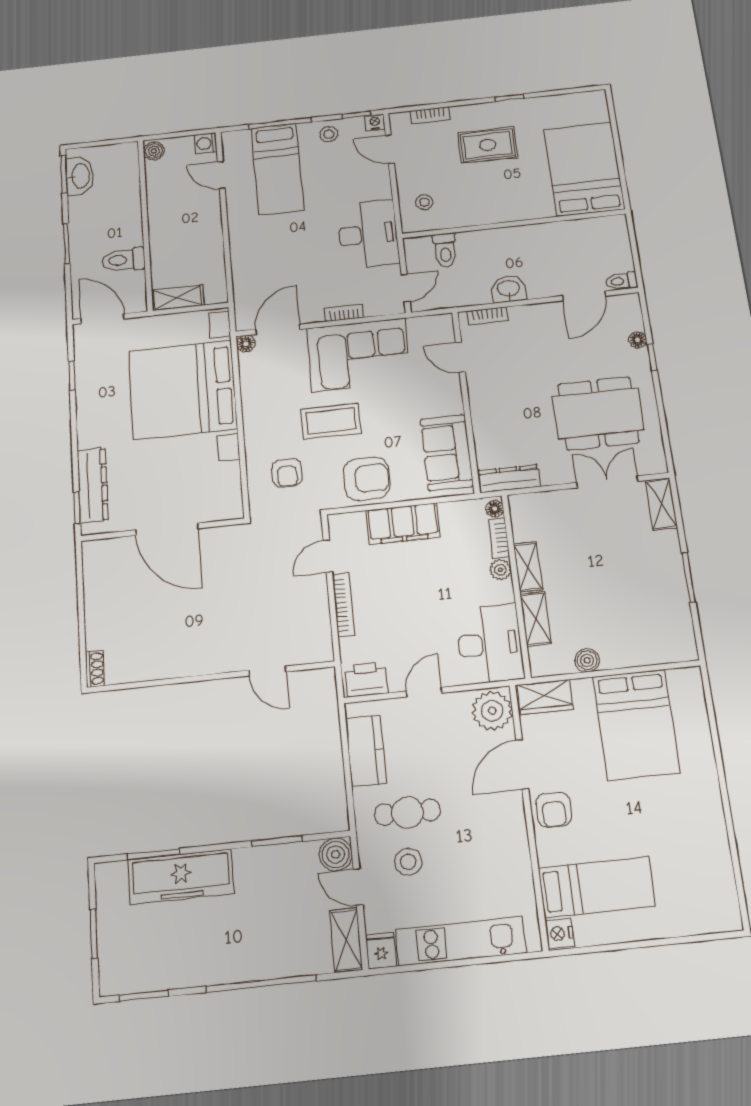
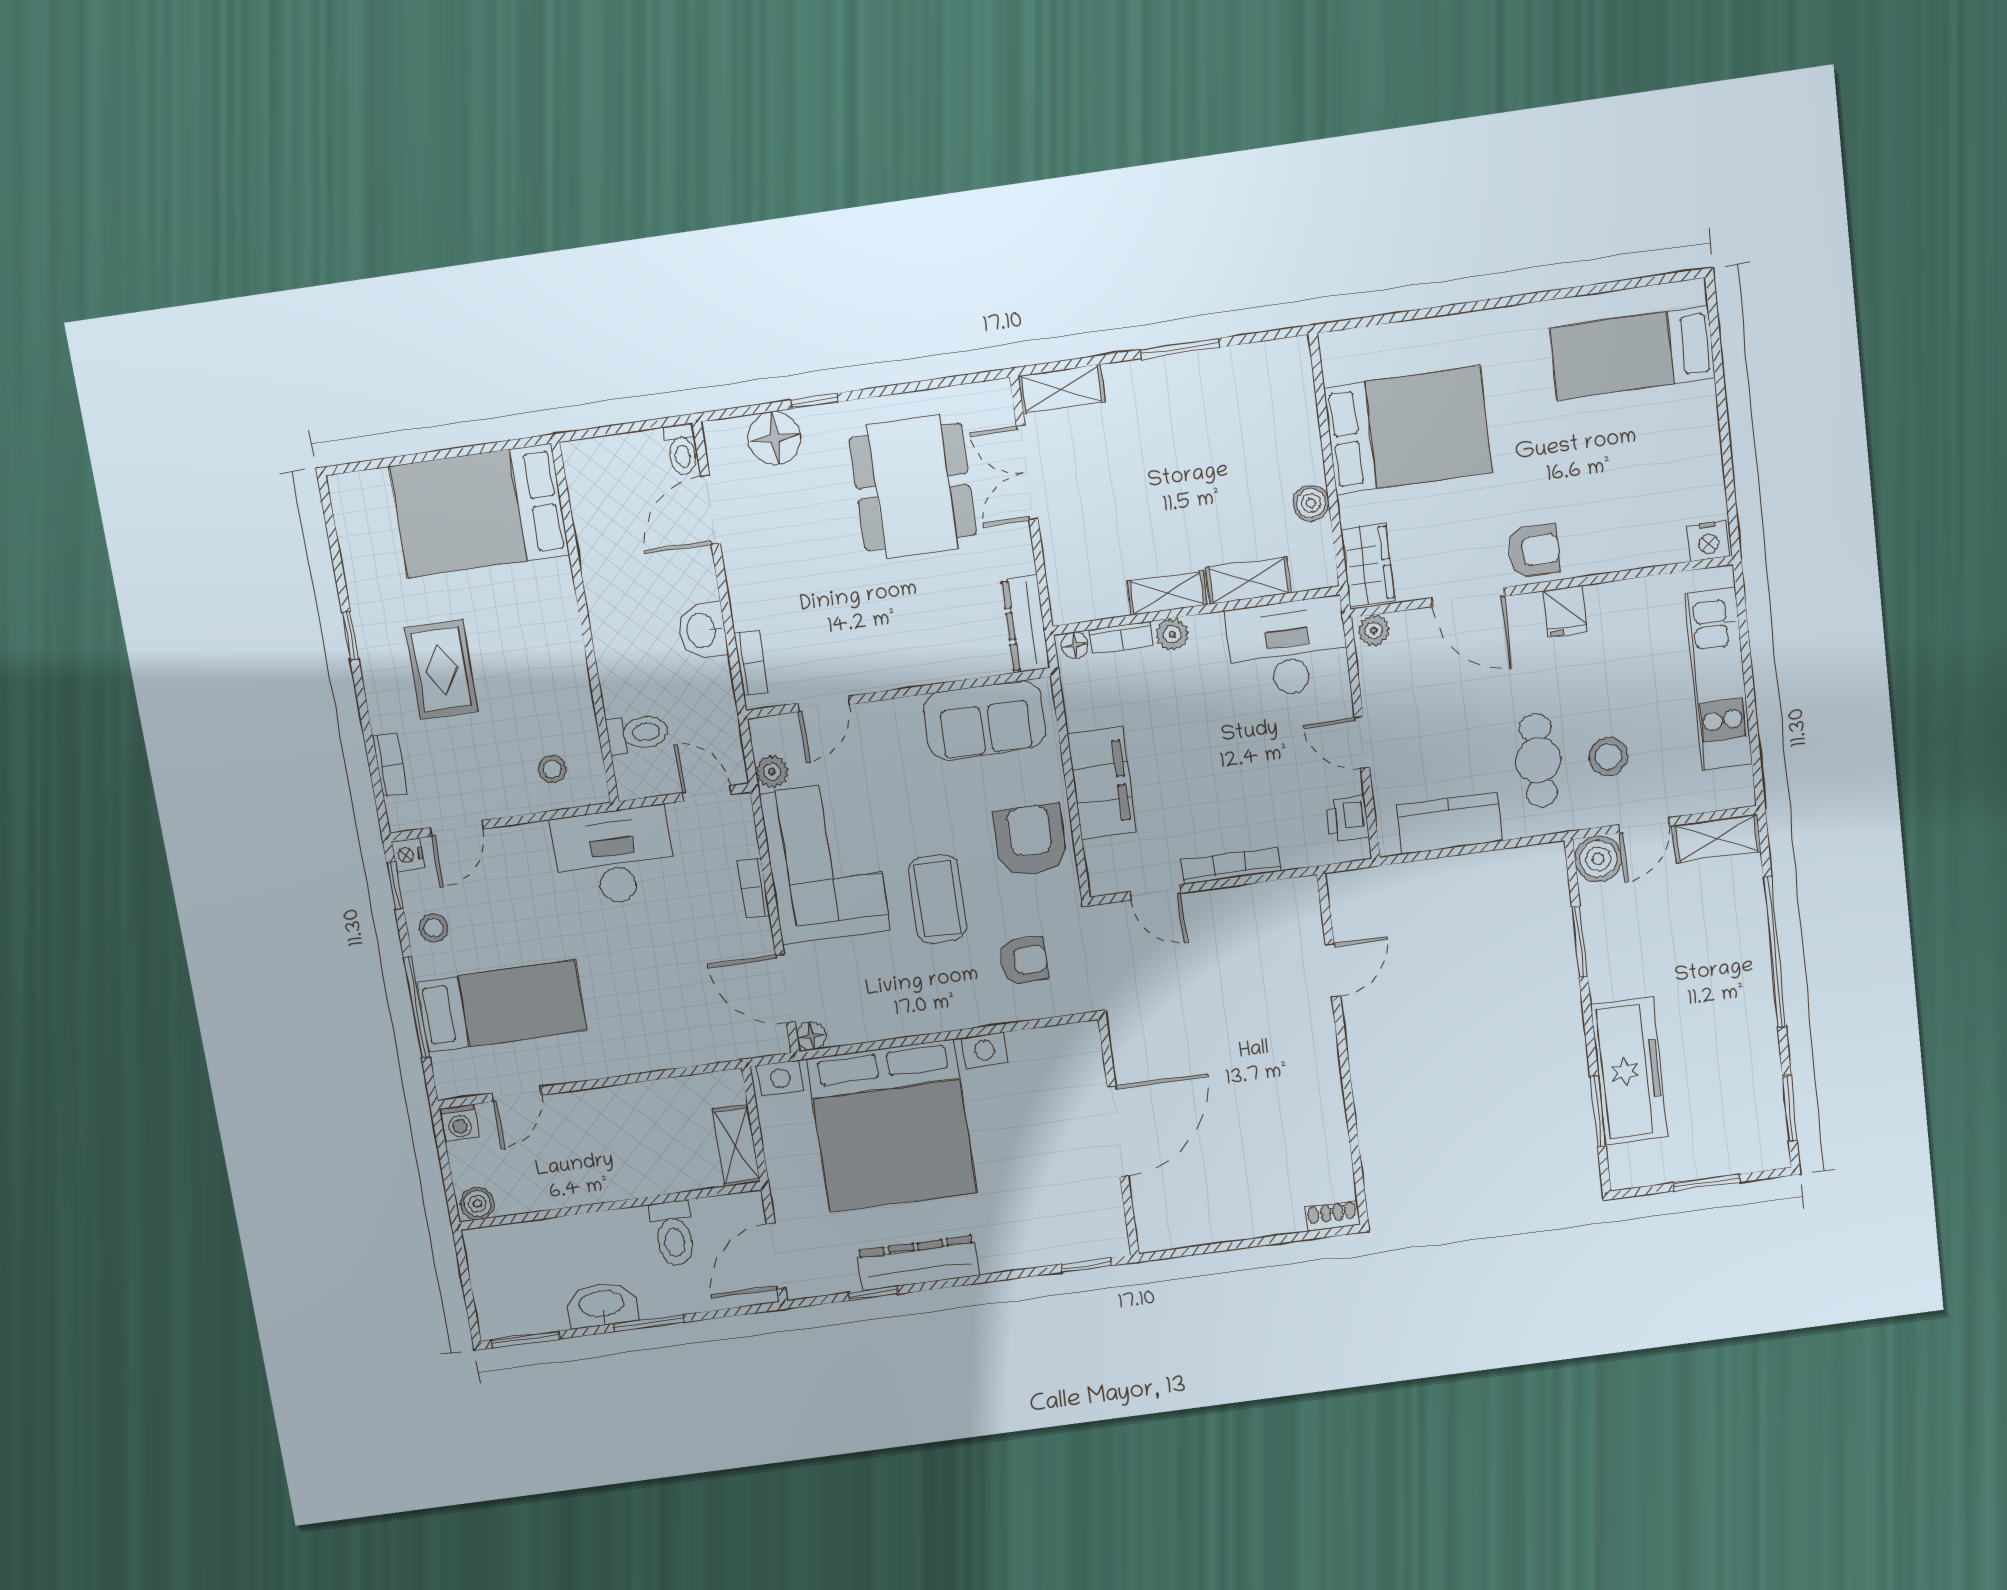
washbasin: (80, 176) -> (602, 1305), moved
door: (584, 296) -> (710, 510), swing flipped
plant: (418, 326) -> (772, 772), added
floor lamp: (638, 340) -> (775, 438), width x1.89, depth x1.89
dresser: (93, 485) -> (918, 1263), moved
printer: (366, 679) -> (1347, 819), width x0.73, depth x0.81
plant: (492, 711) -> (1374, 630), width x0.53, depth x0.53
bed: (597, 887) -> (1632, 353), moved, turned -90
fridge: (381, 951) -> (1565, 611), moved, turned -90

